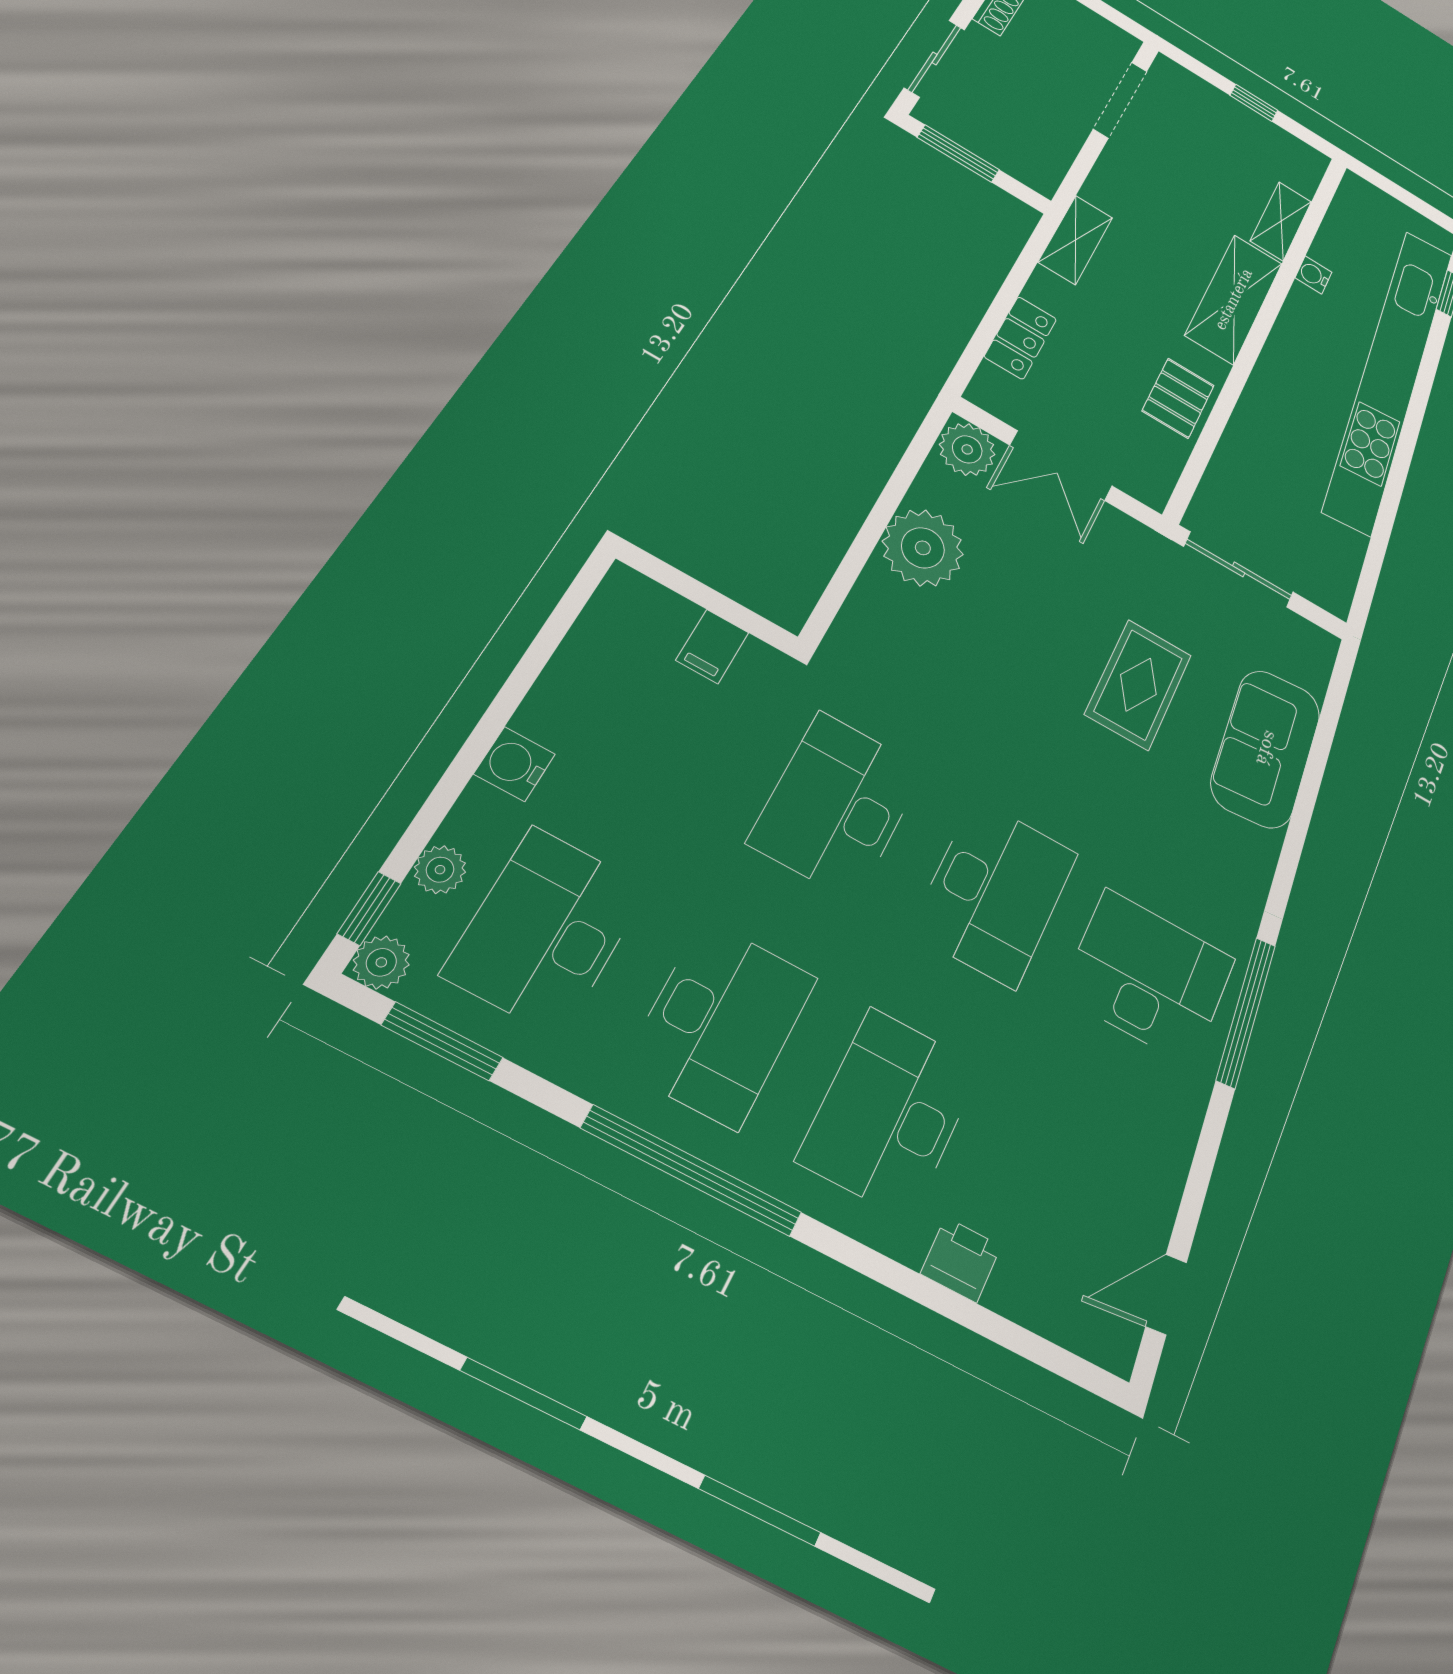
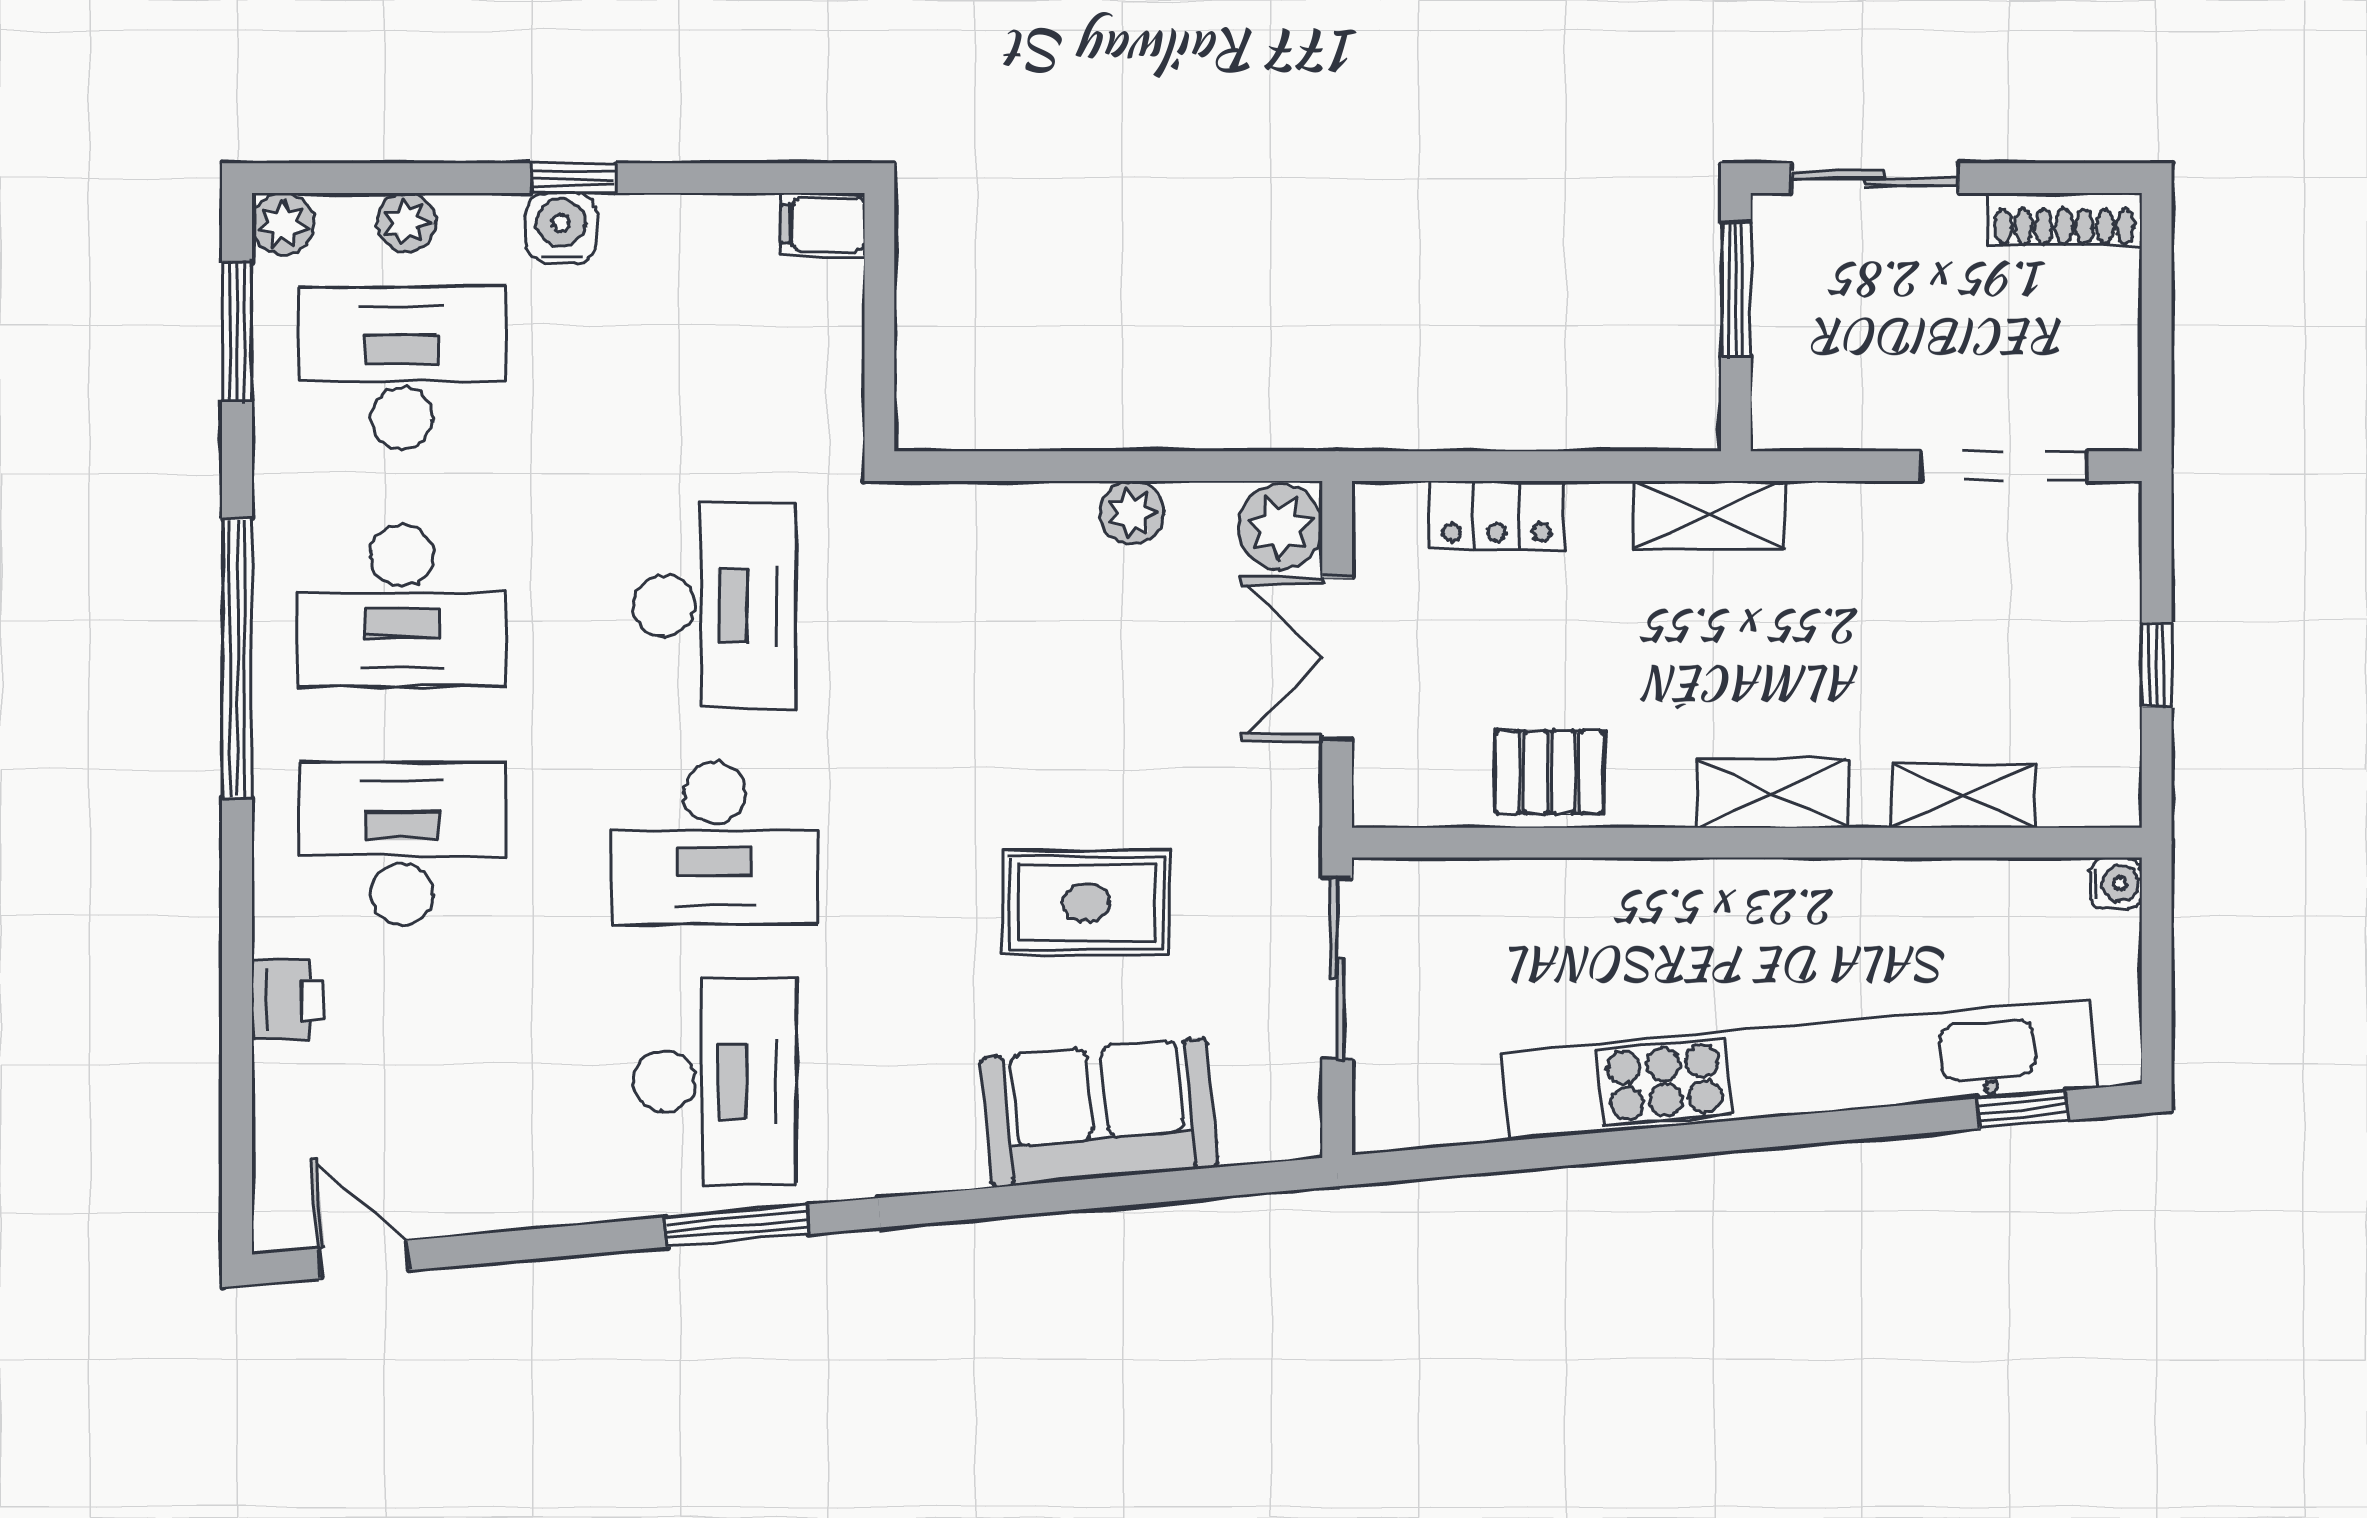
water cooler: (1313, 275) -> (2116, 883), moved, turned 90
shelving: (1234, 299) -> (1772, 794), width x0.67, depth x0.75
plant: (923, 548) -> (1132, 512), width x0.53, depth x0.53
filing cabinet: (712, 646) -> (823, 224), moved
desk: (837, 805) -> (715, 606), turned 90
window: (369, 908) -> (574, 178), moved
window: (1246, 1012) -> (737, 1226), width x0.69

